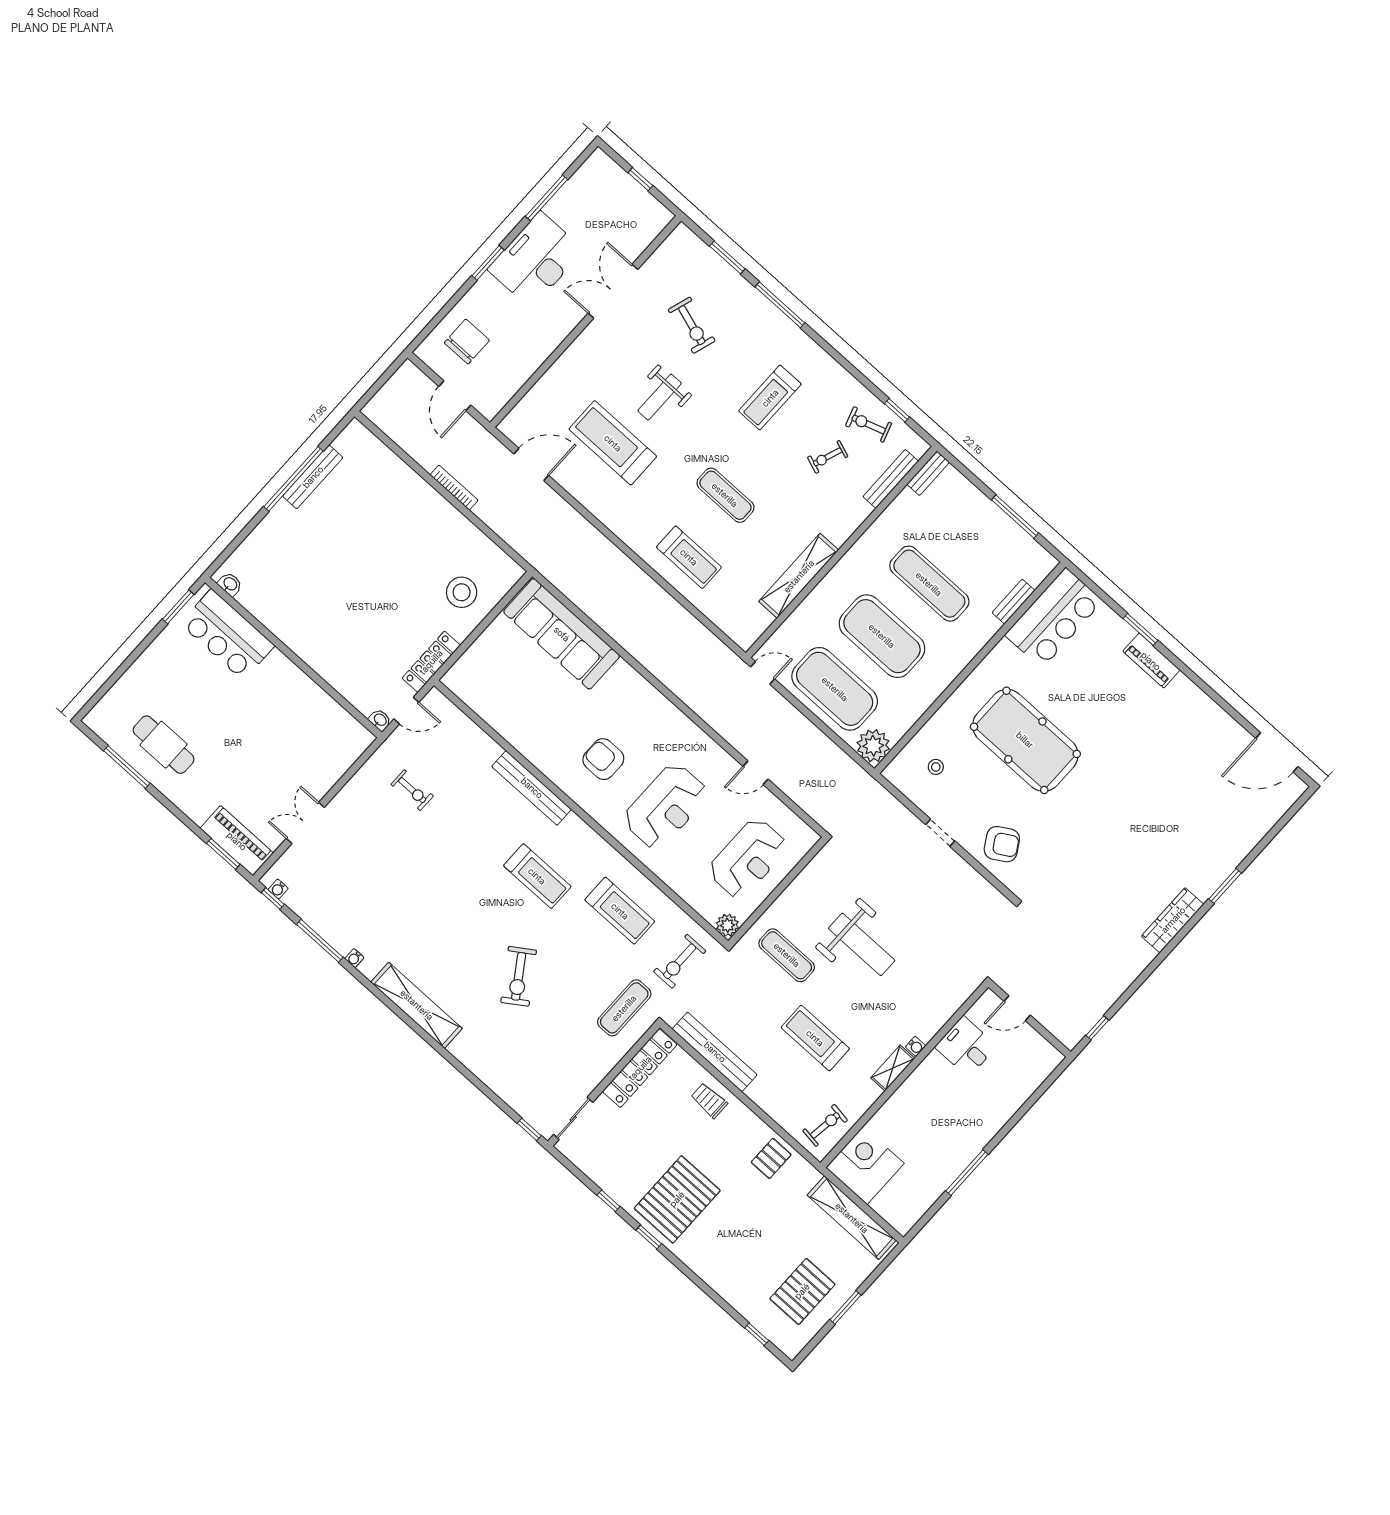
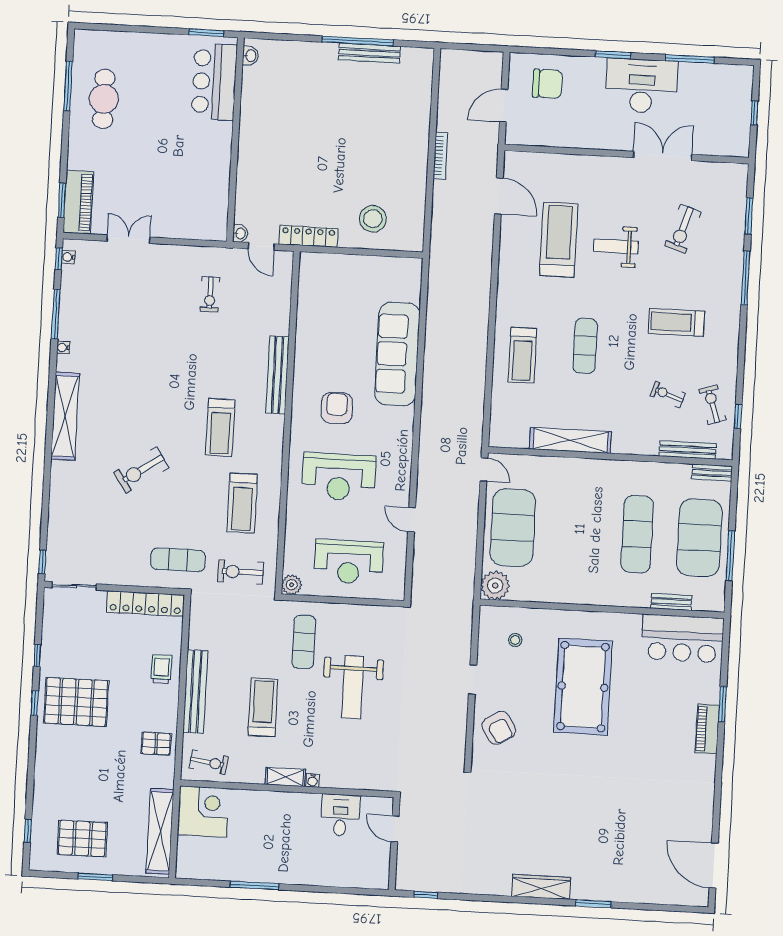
sofa: (562, 634) -> (397, 354), moved
exercise mat: (882, 636) -> (699, 538), moved
bench: (715, 1052) -> (195, 692), moved

